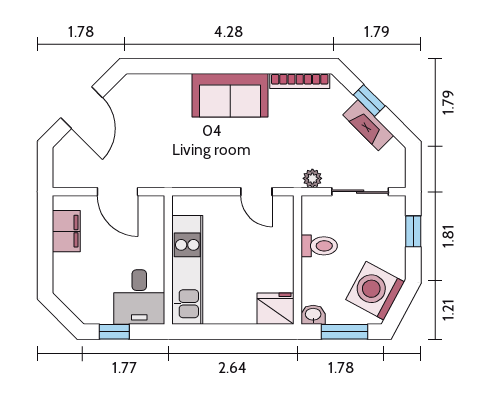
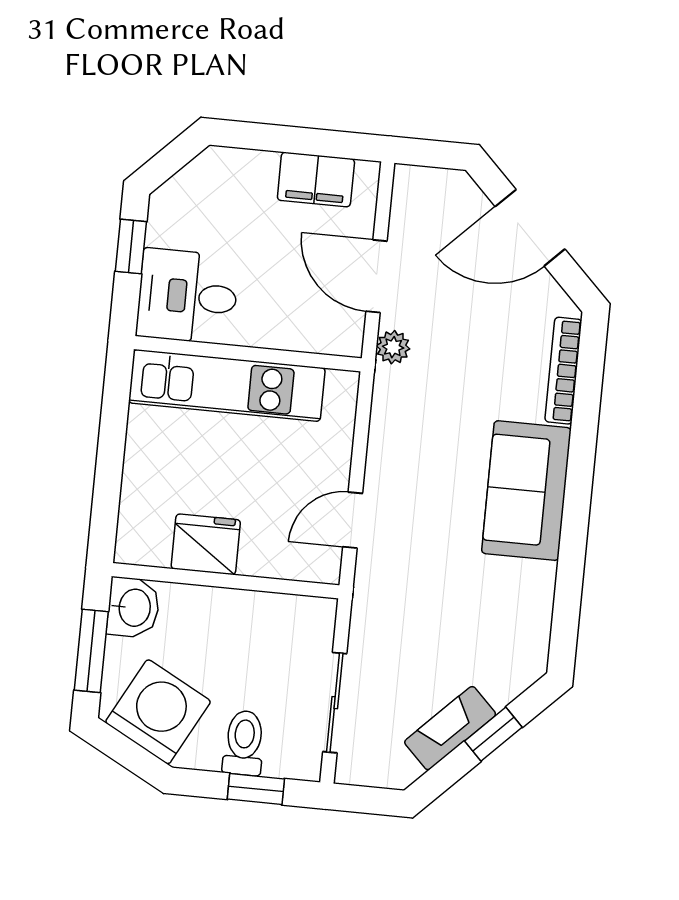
bookcase: (300, 81) -> (563, 371), moved
plant: (312, 178) -> (393, 347), moved
door: (117, 192) -> (377, 276), hinge flipped
toilet: (319, 246) -> (244, 743), moved, turned 180
fridge: (276, 309) -> (206, 544), moved, turned -90
washbasin: (313, 315) -> (133, 608), width x1.38, depth x1.45

